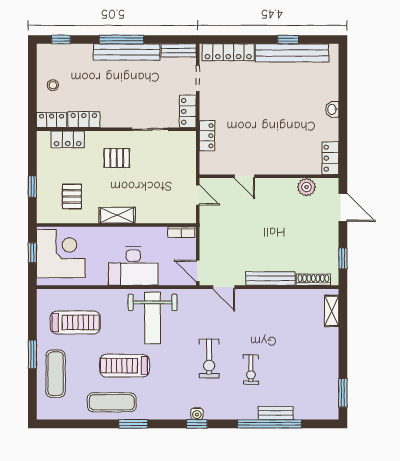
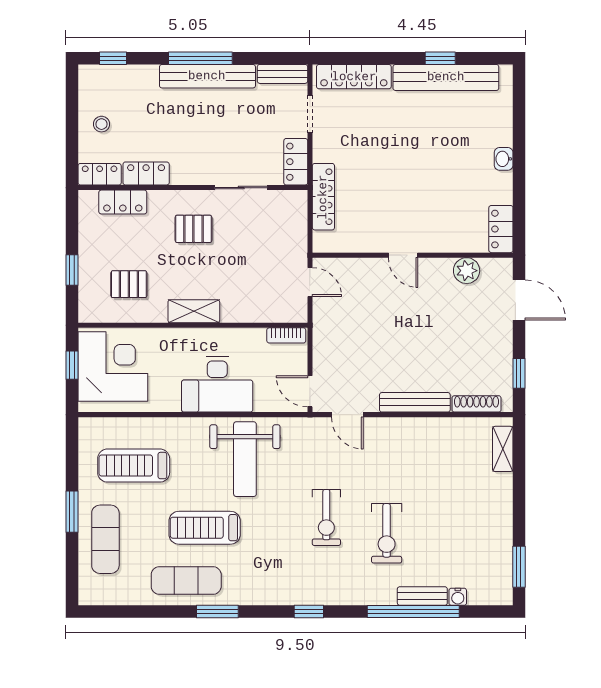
locker: (207, 136) -> (323, 197), width x1.53
door: (244, 176) -> (403, 255), moved
pallet: (72, 196) -> (129, 284), turned 90
treadmill: (75, 322) -> (134, 466), turned 180
exercise bike: (251, 370) -> (387, 533), width x1.38, depth x1.39
water cooler: (197, 414) -> (458, 597), moved

